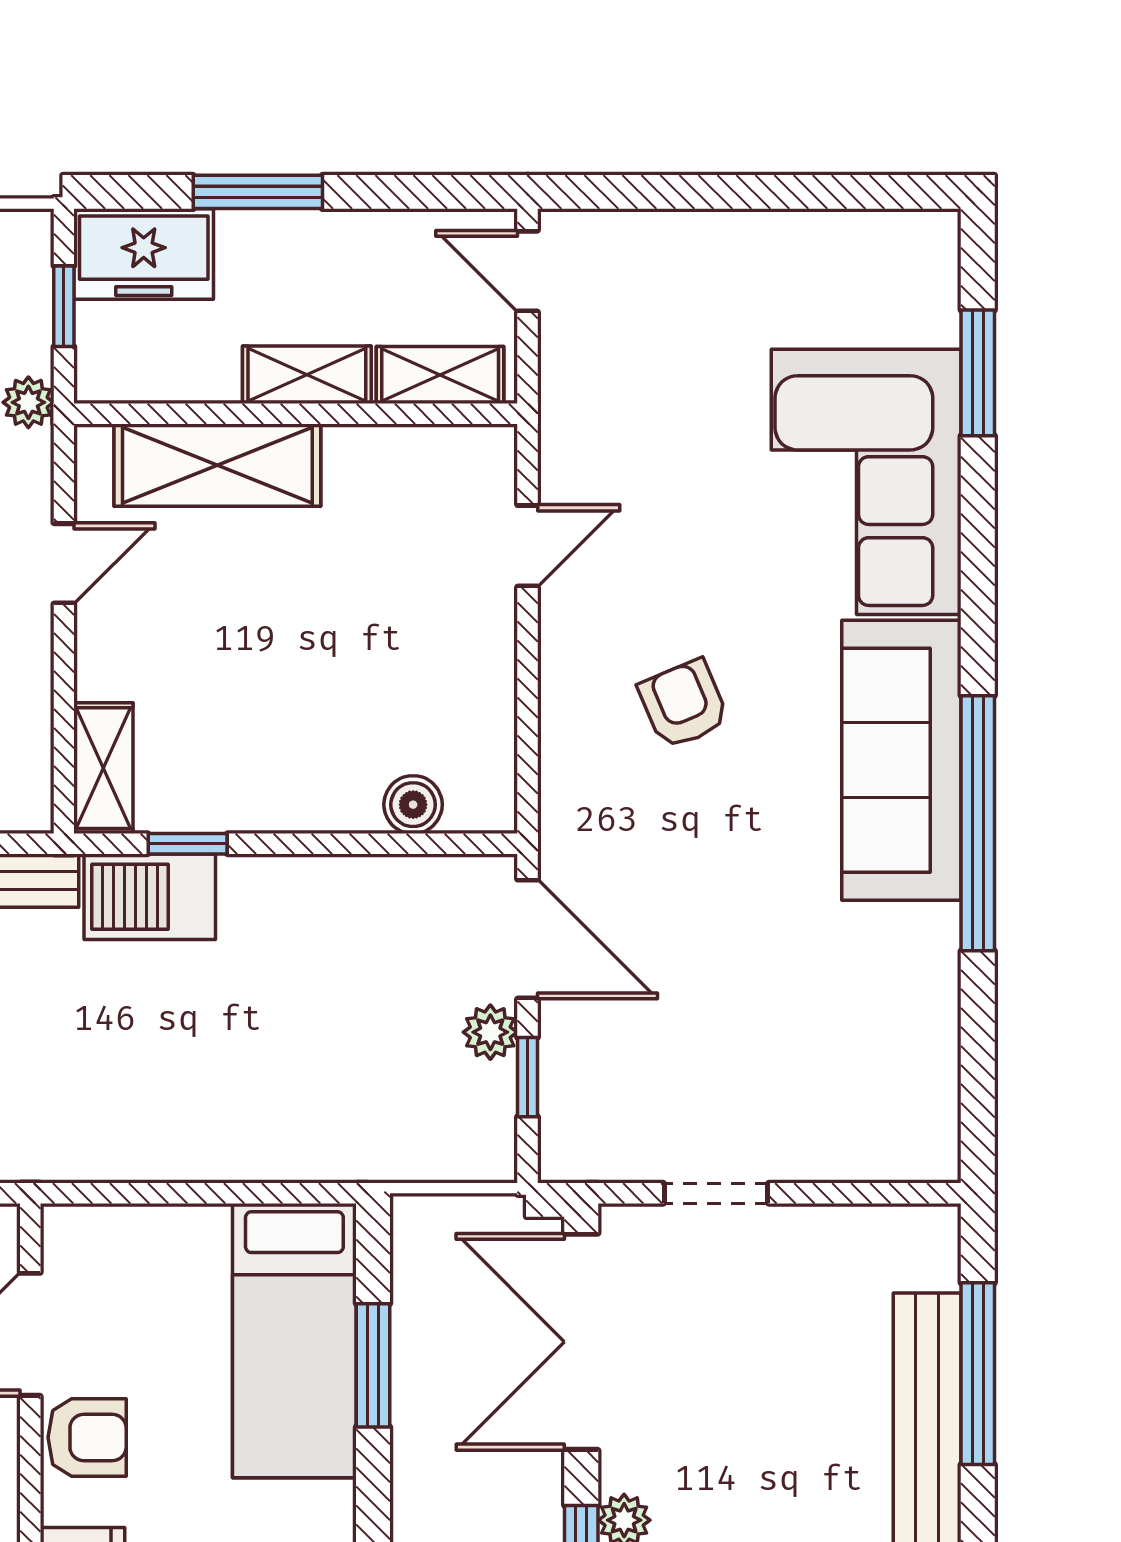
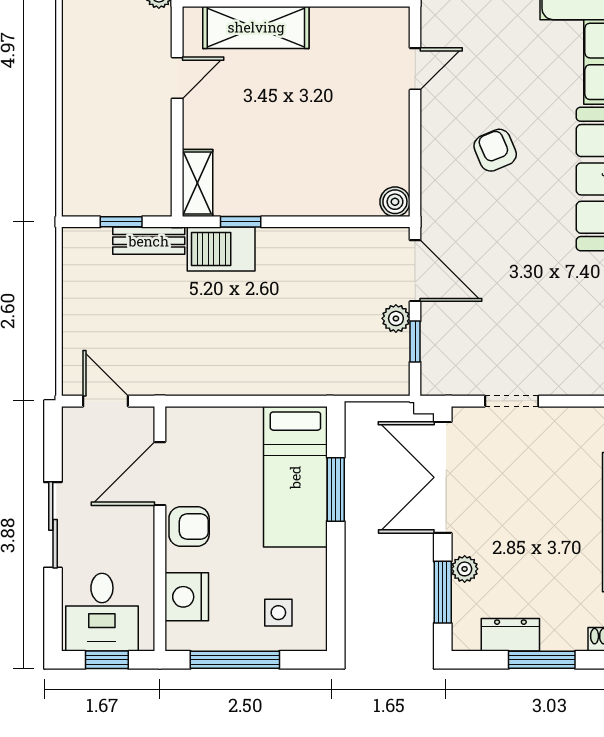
boiler: (413, 805) -> (395, 202), moved

